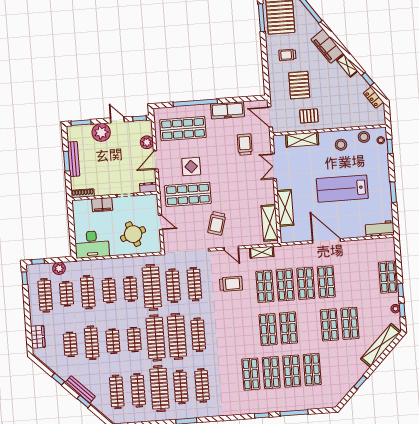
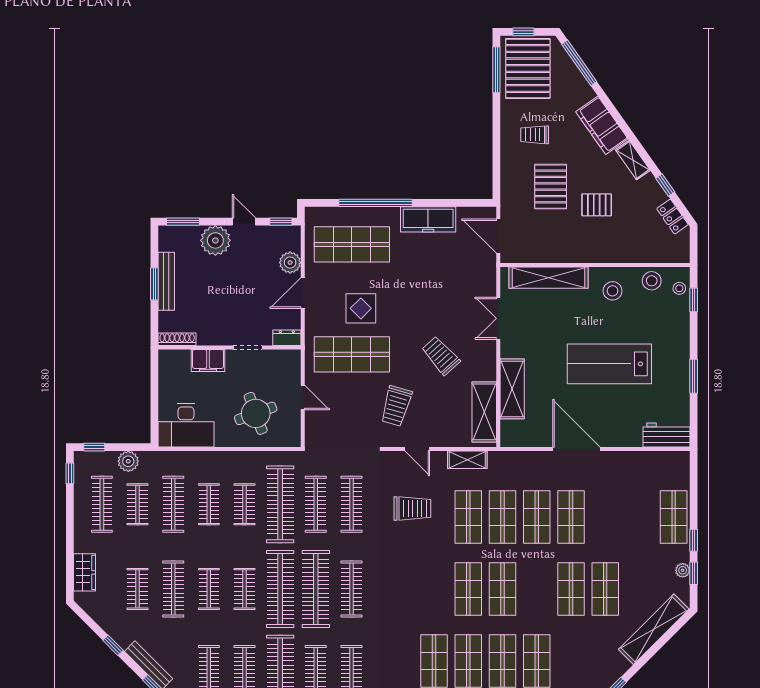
pallet: (309, 116) -> (597, 205), moved
shelving: (302, 140) -> (549, 278), width x1.47
trolley: (245, 145) -> (441, 356), moved, turned -42

